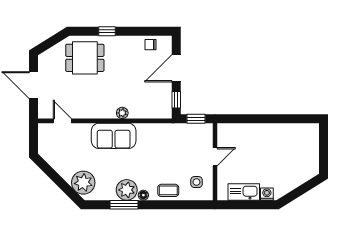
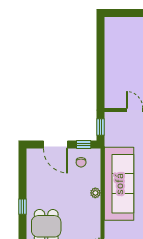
chair: (151, 45) -> (81, 162), moved
sofa: (114, 136) -> (119, 184), width x1.85, depth x1.27

